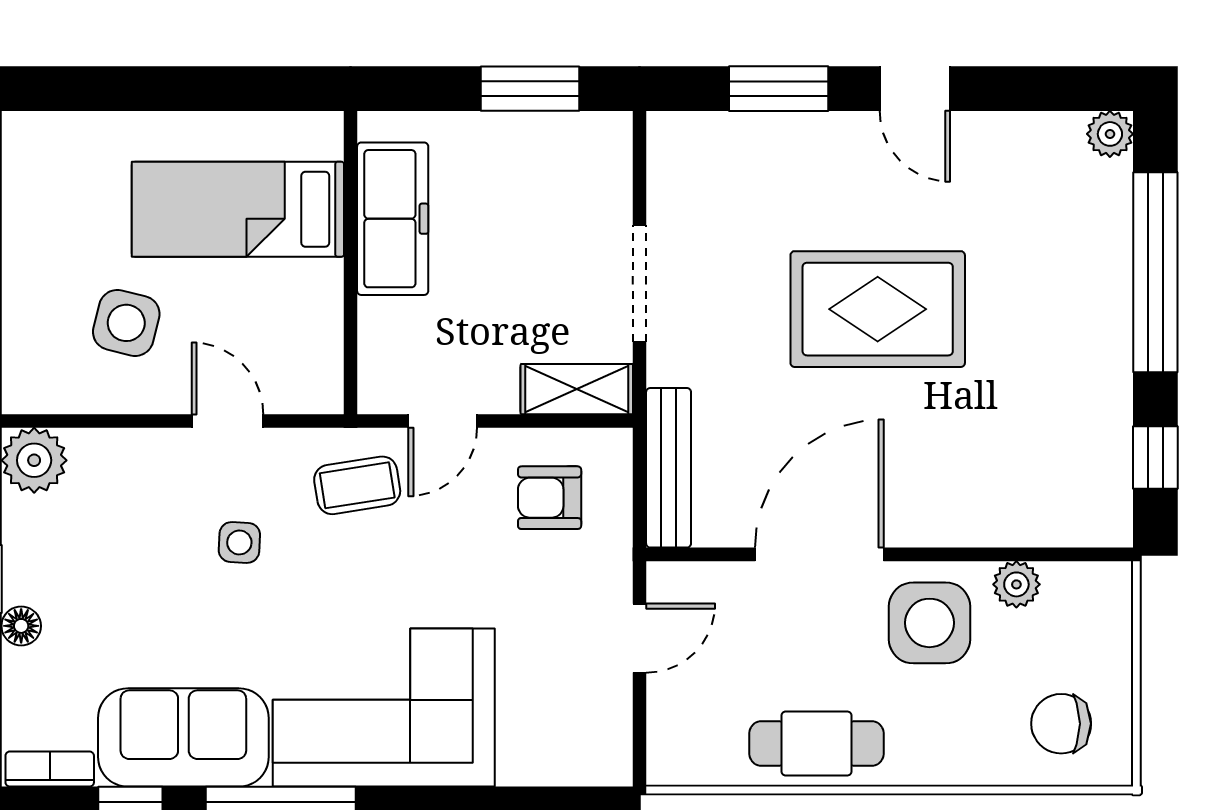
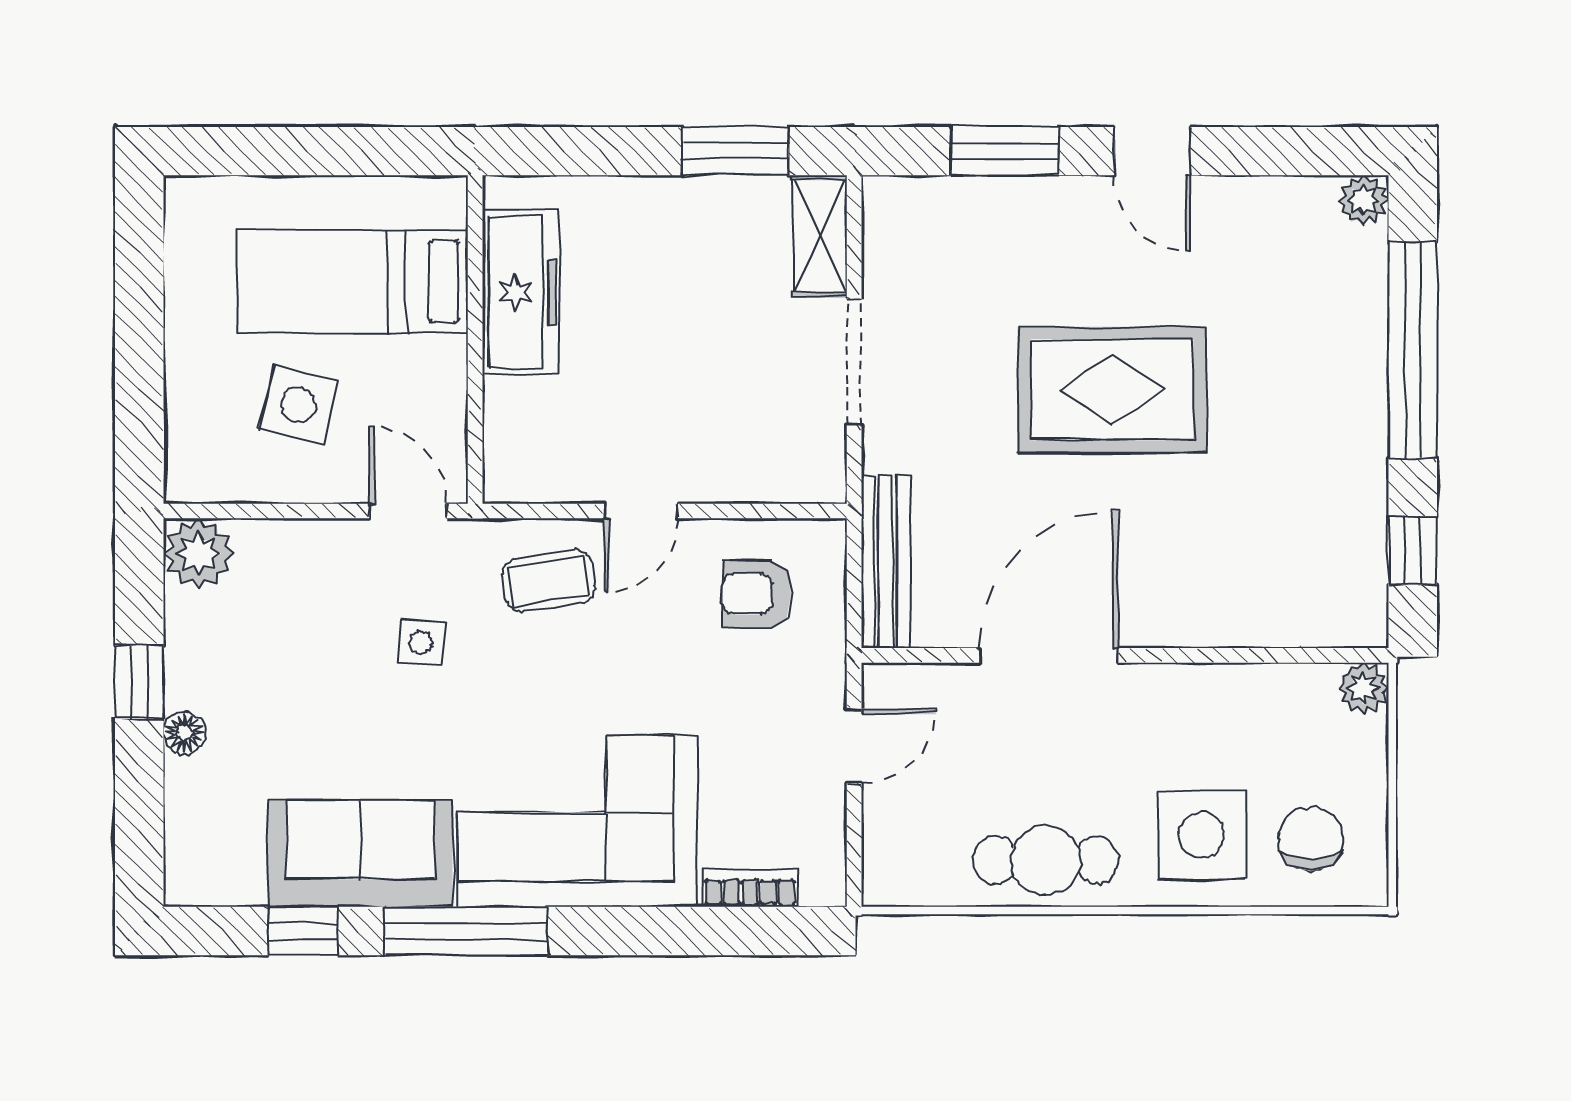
bed: (238, 209) -> (353, 282), moved
freezer: (393, 219) -> (521, 292), moved
wall: (351, 263) -> (475, 339), moved
shelving: (577, 389) -> (820, 236), moved, turned 90
plant: (1016, 584) -> (1363, 688), moved
side table: (929, 623) -> (1202, 835), moved
chair: (1061, 724) -> (1311, 839), turned 90
bookcase: (50, 769) -> (750, 888), moved

